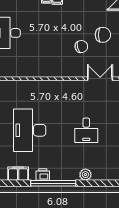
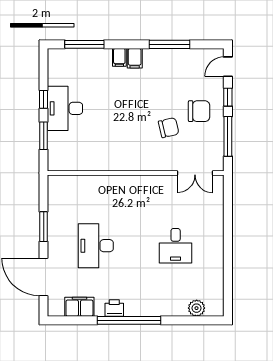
double door: (100, 79) -> (195, 173), swing flipped
desk: (30, 130) -> (96, 246), width x0.73, depth x0.77
plant: (85, 175) -> (197, 308), moved

